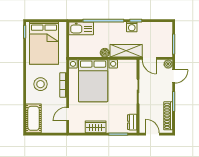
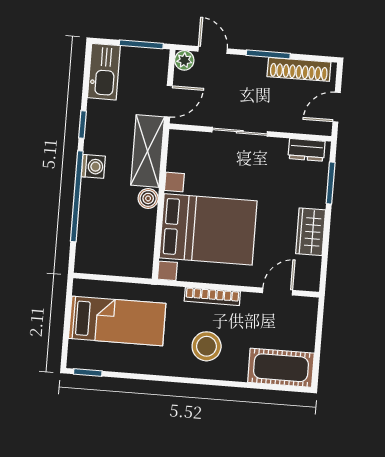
washing machine: (132, 27) -> (93, 166), moved
kitchen sink: (81, 28) -> (104, 72), moved
bed: (44, 43) -> (117, 321), width x0.67
door: (68, 114) -> (278, 292), swing flipped

